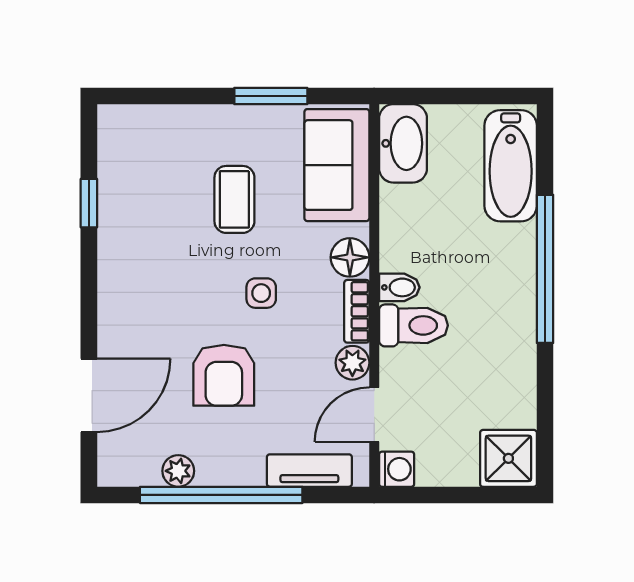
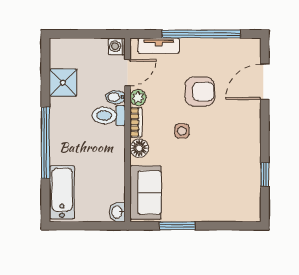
washbasin: (403, 143) -> (117, 212), width x0.52, depth x0.69
coffee table: (234, 199) -> (195, 176), removed
bidet: (399, 287) -> (115, 97), moved
armchair: (224, 375) -> (200, 91), turned 90
shower: (508, 458) -> (63, 83), moved
plant: (178, 471) -> (222, 45), removed

